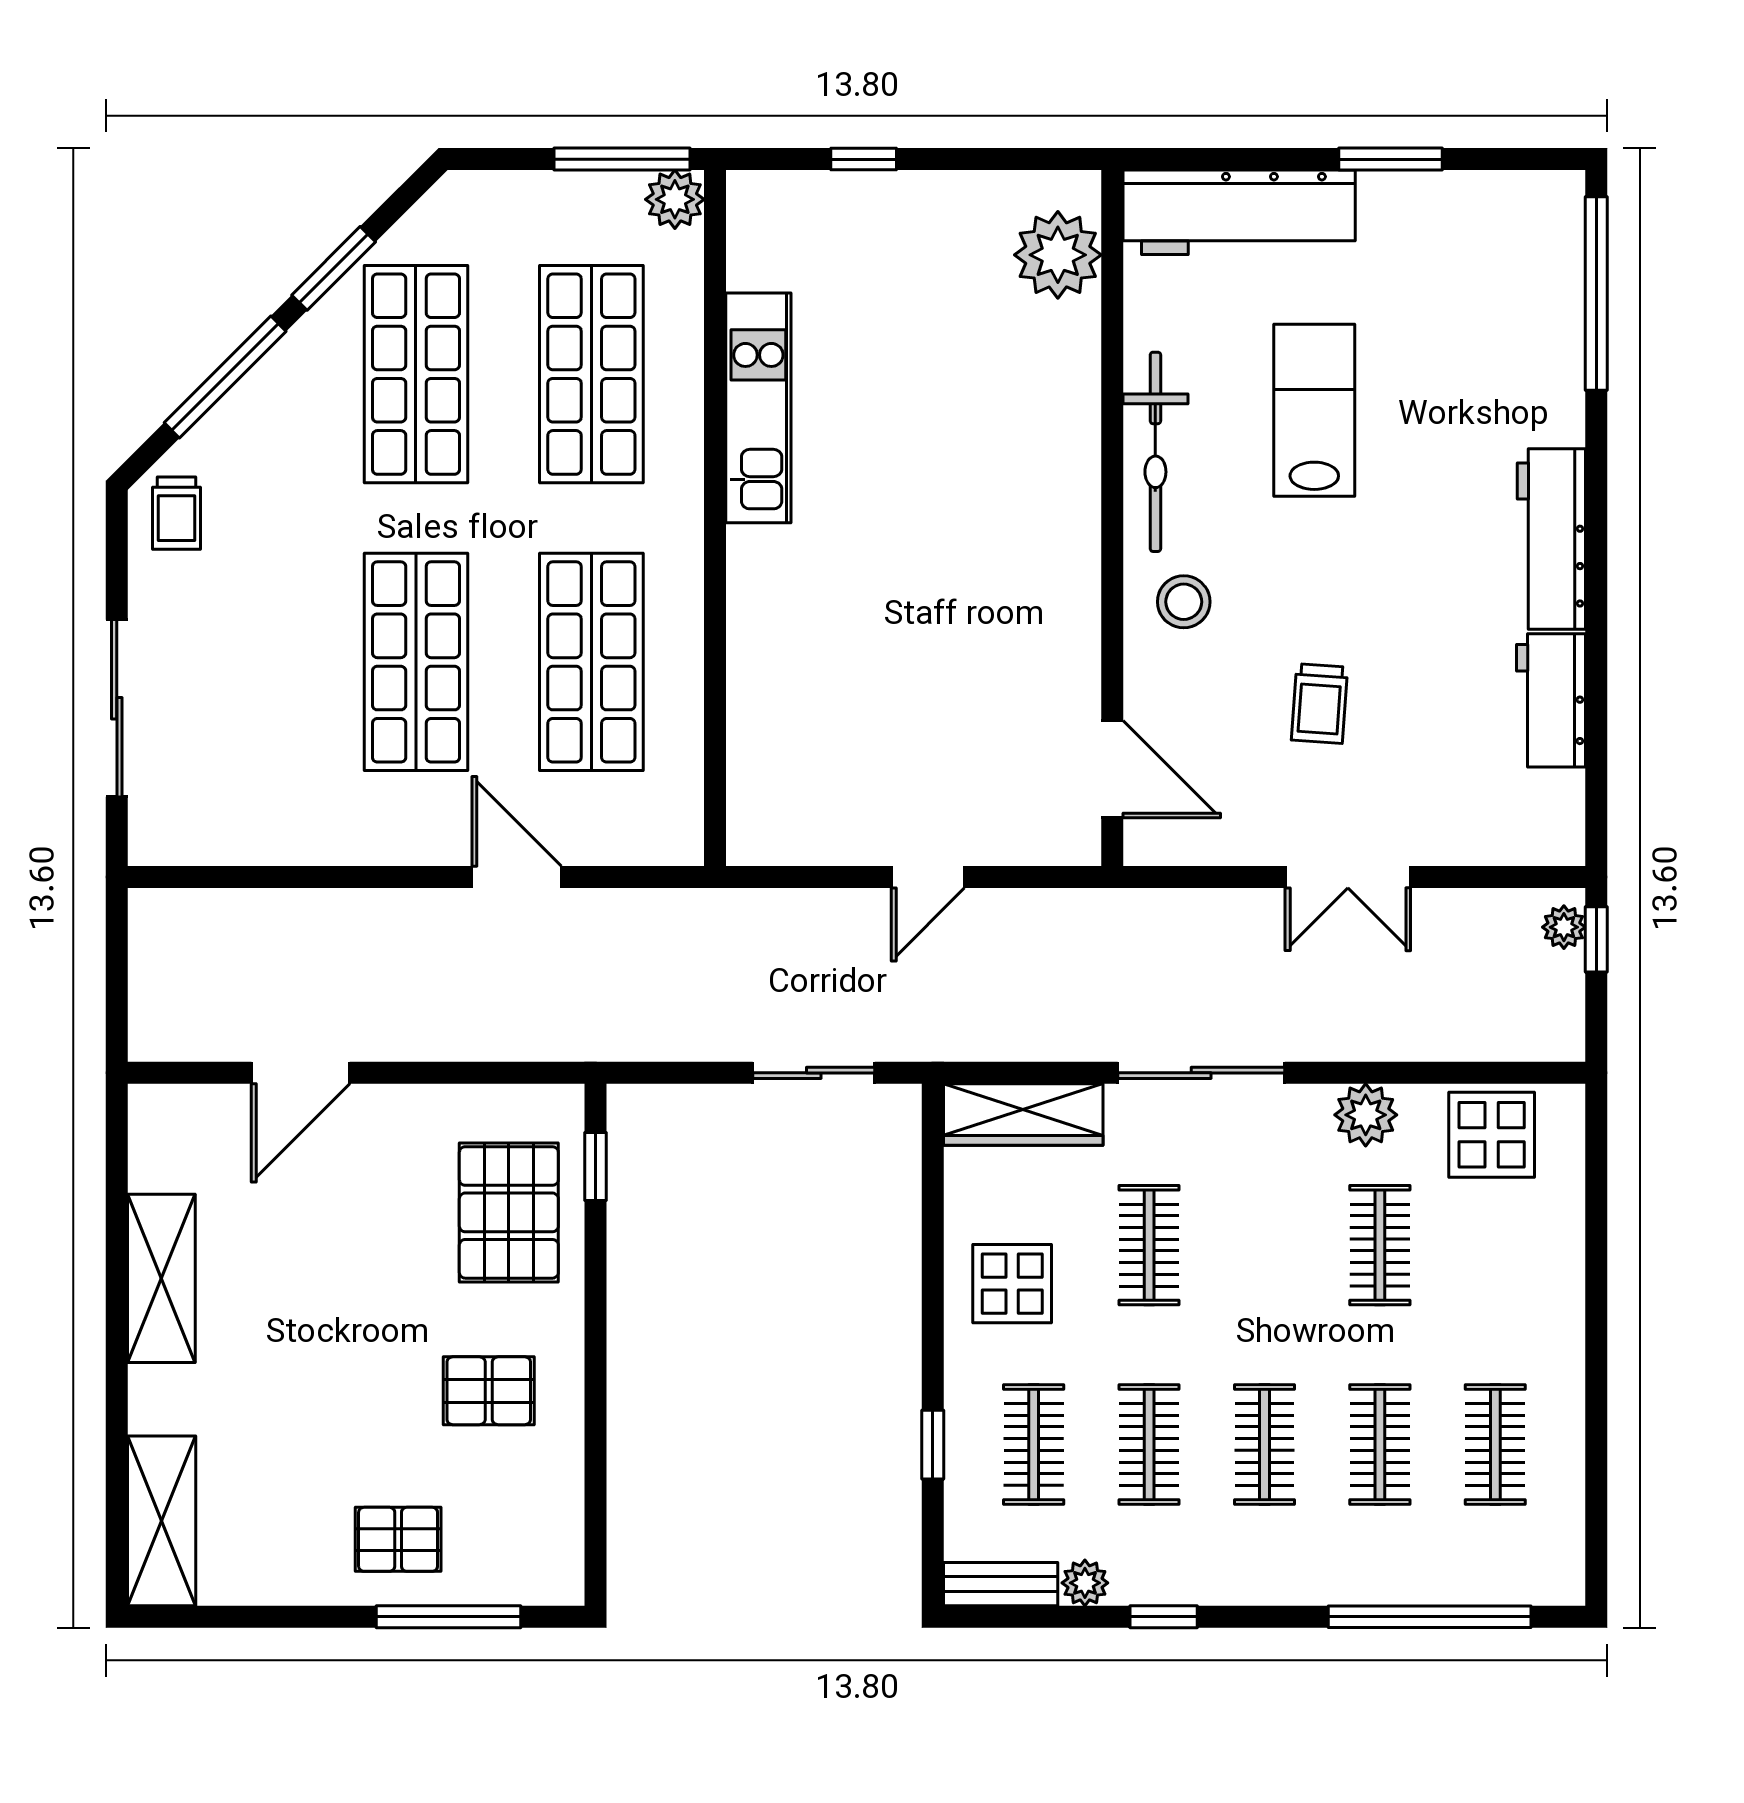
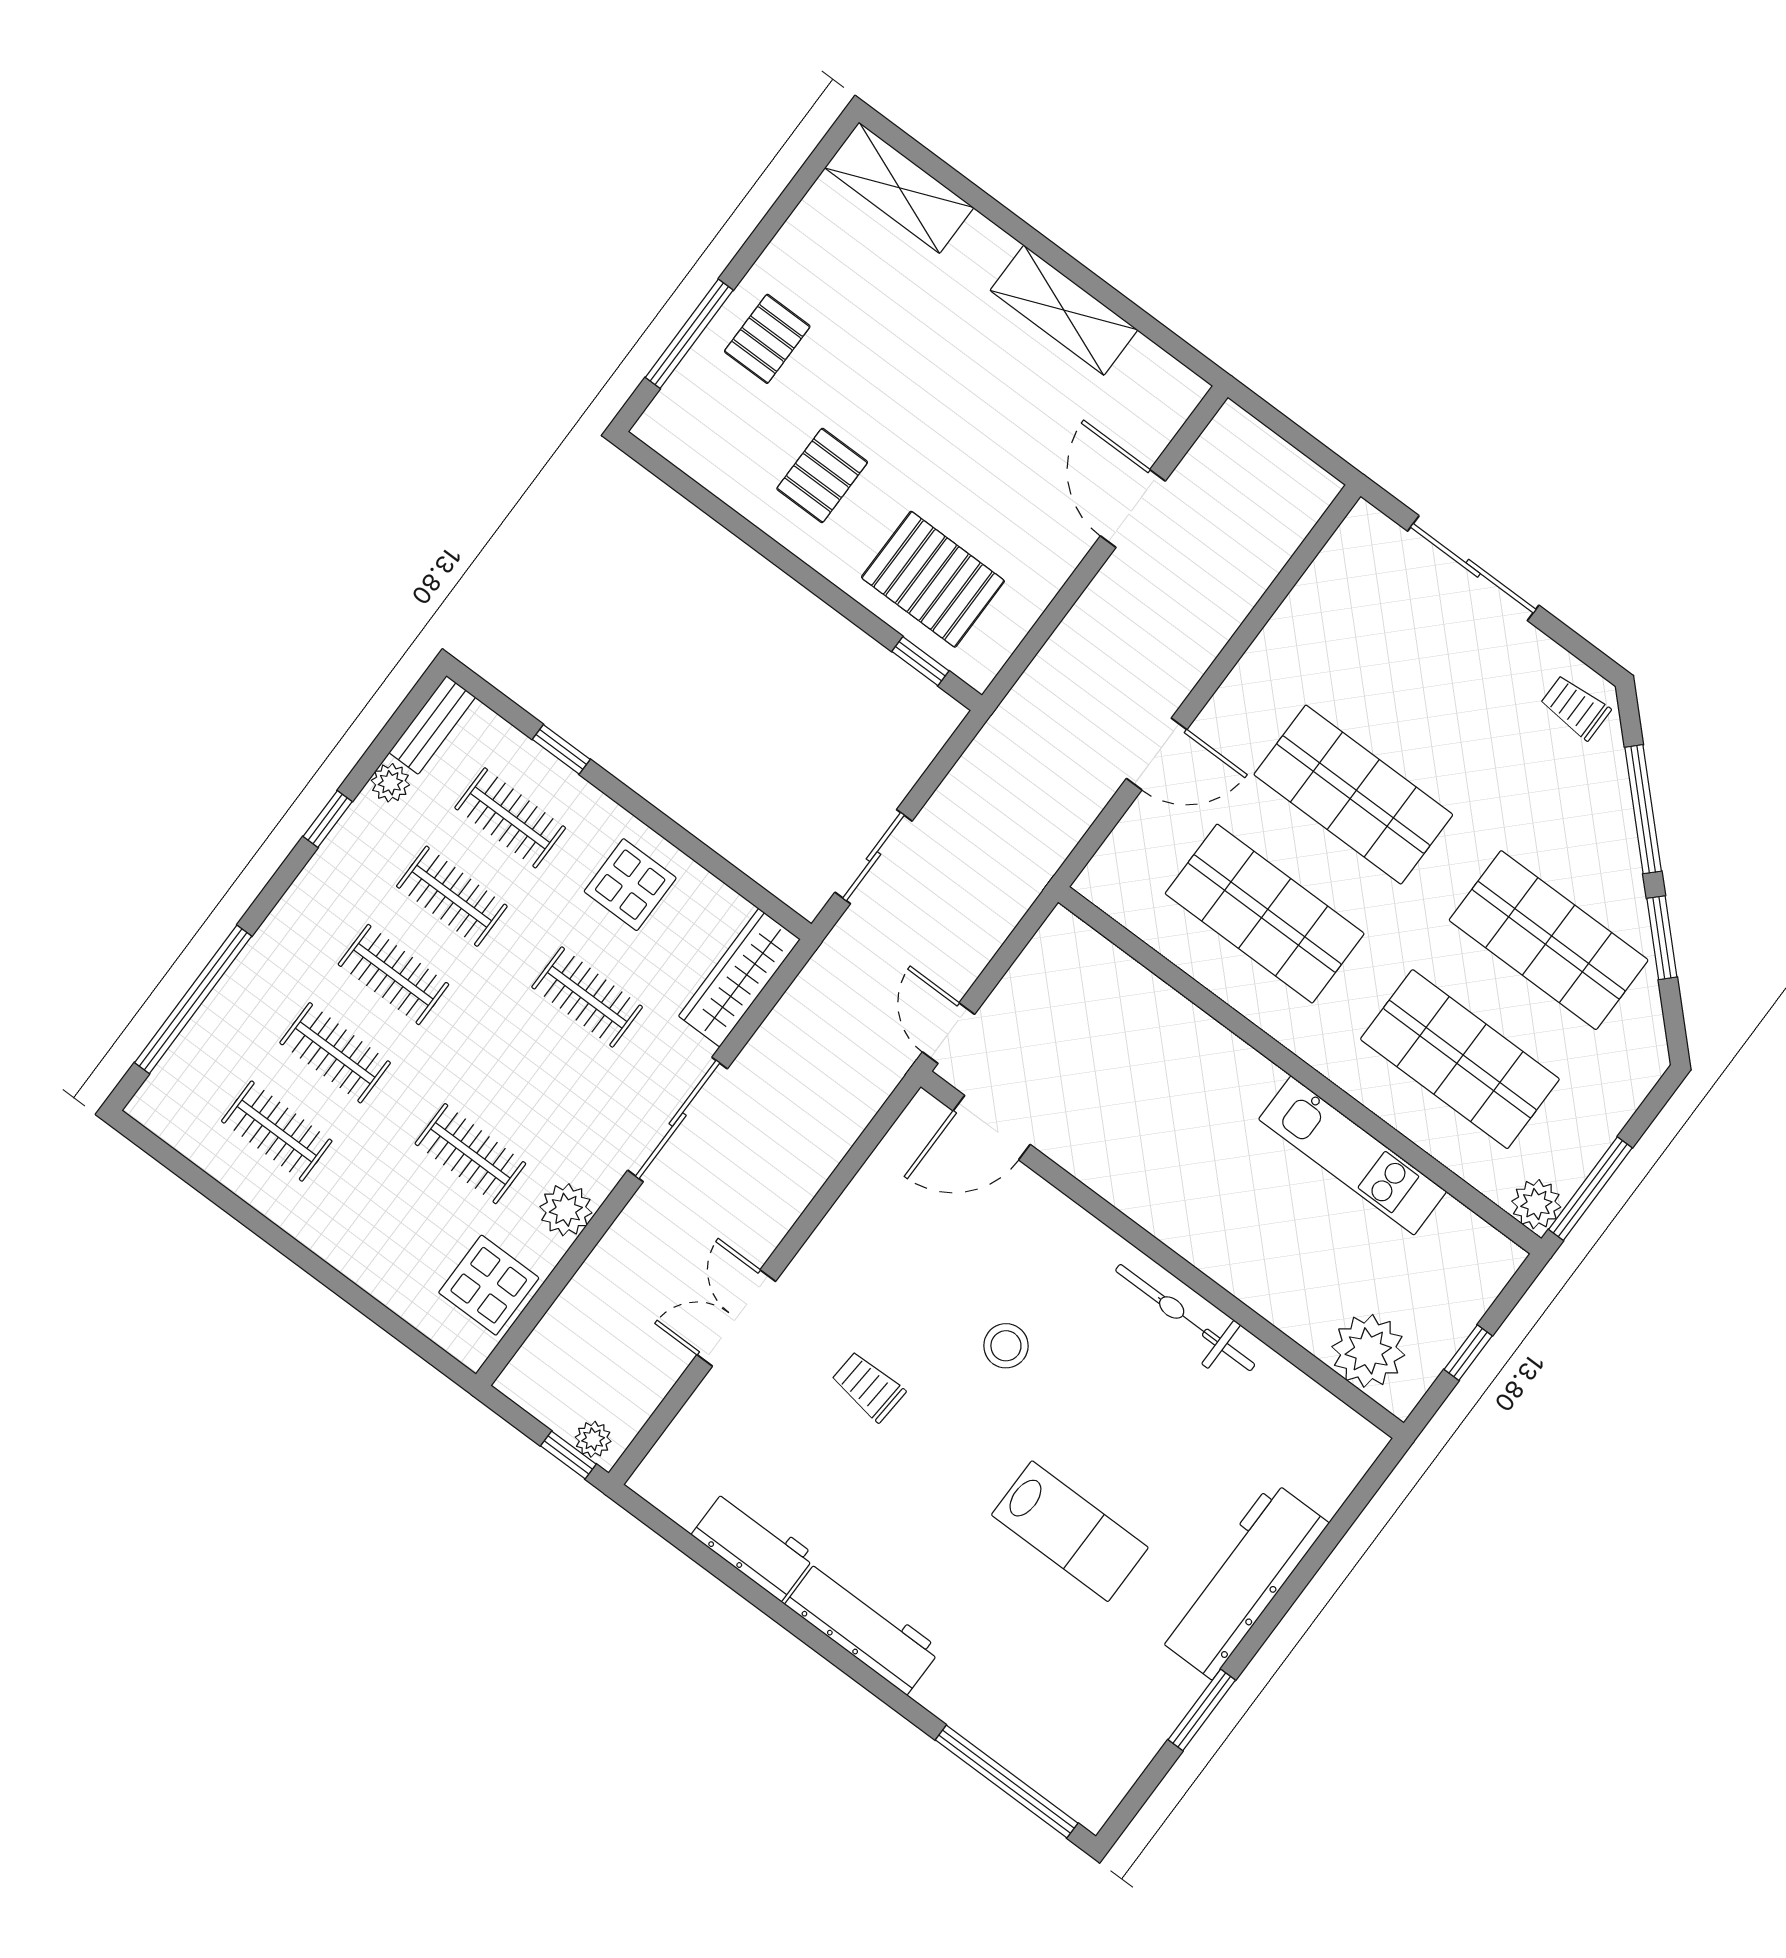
plant: (1058, 255) -> (1368, 1351), moved
bicycle: (1155, 452) -> (1185, 1318), moved
wall: (1112, 518) -> (1162, 1255), moved
door: (1112, 769) -> (992, 1128), moved

